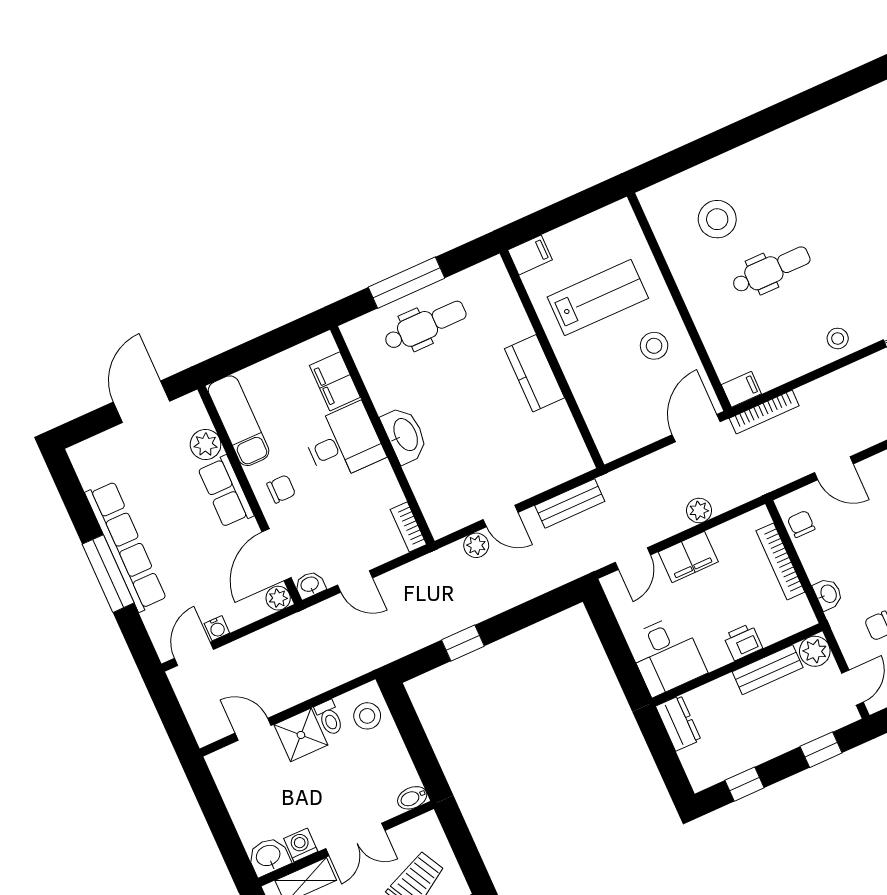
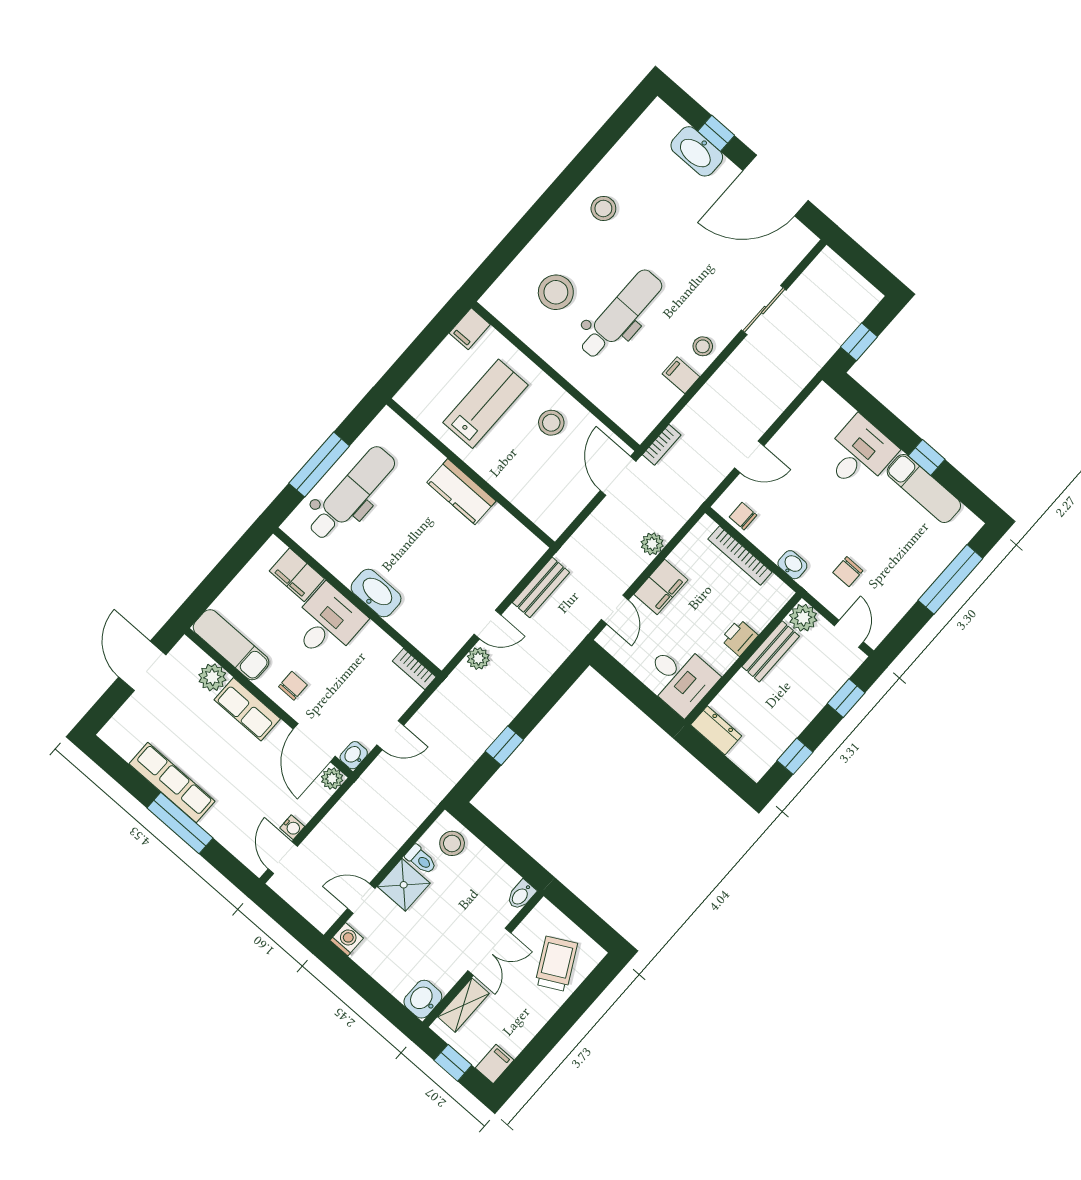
stool: (802, 158) -> (603, 208), added
filing cabinet: (530, 255) -> (470, 329), moved, turned 180
dental chair: (771, 270) -> (621, 314), width x1.36, depth x1.38
dental chair: (425, 325) -> (351, 493), width x1.36, depth x1.38
filing cabinet: (741, 389) -> (681, 375), moved, turned -90
bookcase: (764, 412) -> (662, 445), width x0.64
row of seats: (126, 546) -> (172, 783), width x0.73
washing machine: (301, 845) -> (347, 939), moved, turned 90

